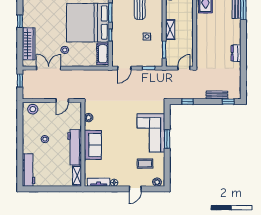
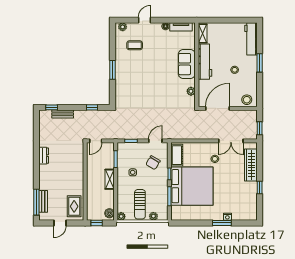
chair: (127, 46) -> (153, 163), added
door: (62, 101) -> (217, 108), width x1.88
corner sofa: (151, 133) -> (129, 76), removed
window: (20, 146) -> (260, 63), added

